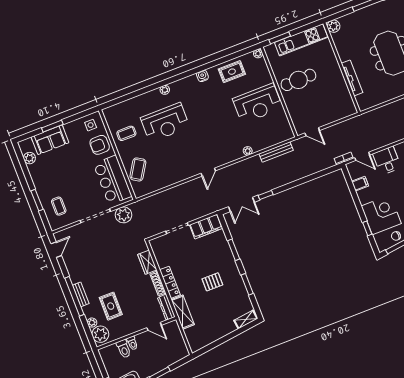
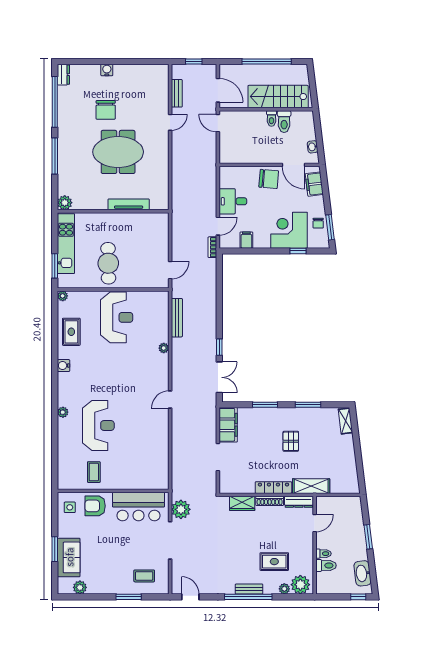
armchair: (100, 145) -> (95, 506), turned 90
coffee table: (138, 169) -> (138, 475), removed
door: (208, 172) -> (170, 400), swing flipped

